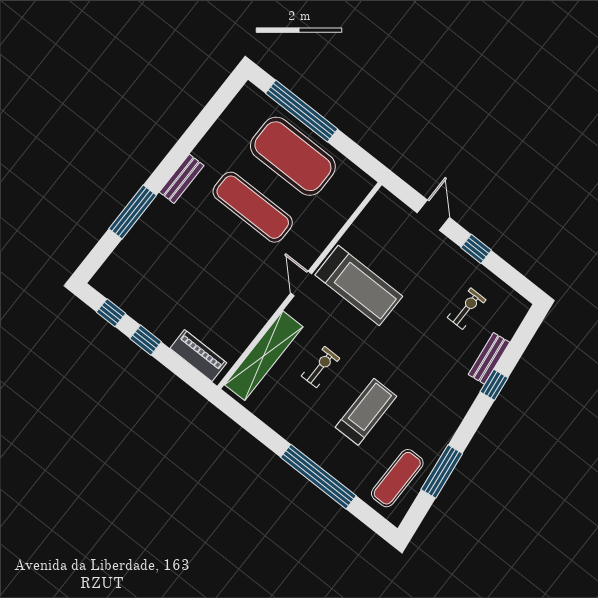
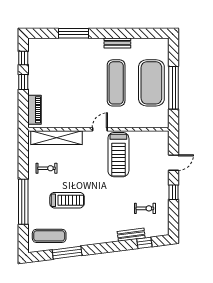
window: (302, 111) -> (174, 88), moved
bench: (182, 179) -> (117, 43), moved
exercise bike: (321, 367) -> (47, 168), moved
window: (494, 385) -> (144, 243), moved

